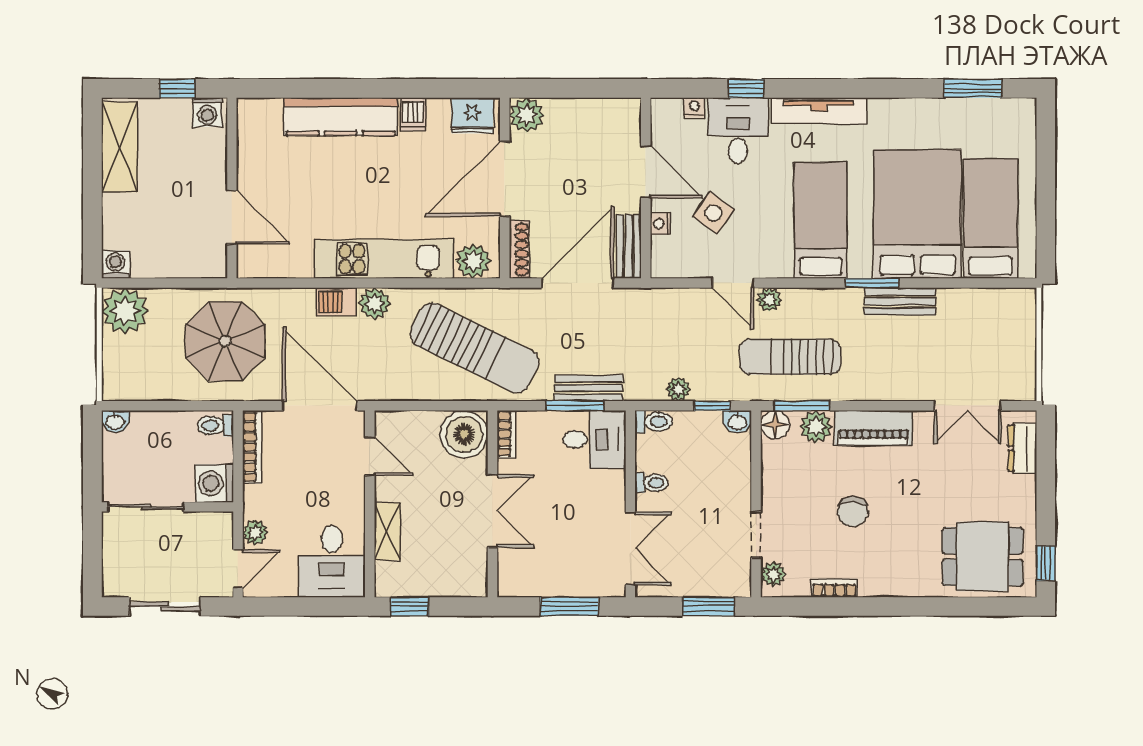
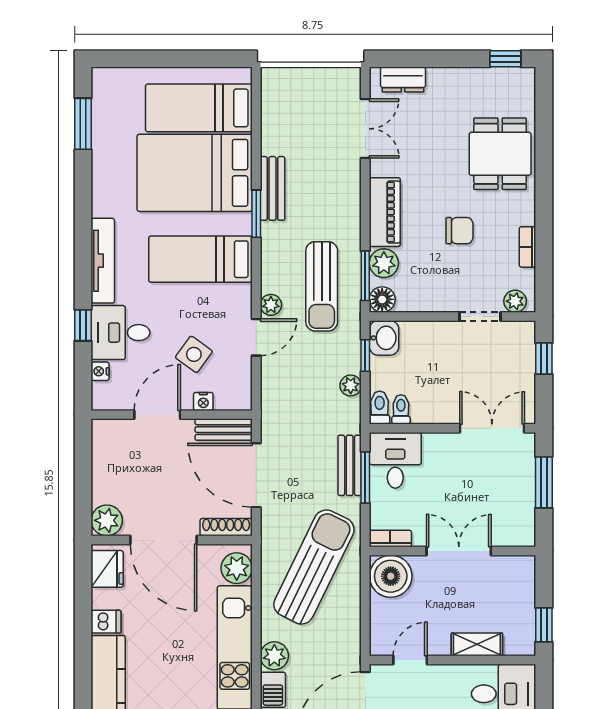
washbasin: (737, 422) -> (384, 338), width x1.38, depth x1.45
toilet: (652, 483) -> (401, 409), moved
dining table: (983, 556) -> (500, 154), moved
window: (709, 607) -> (544, 359), width x0.67

